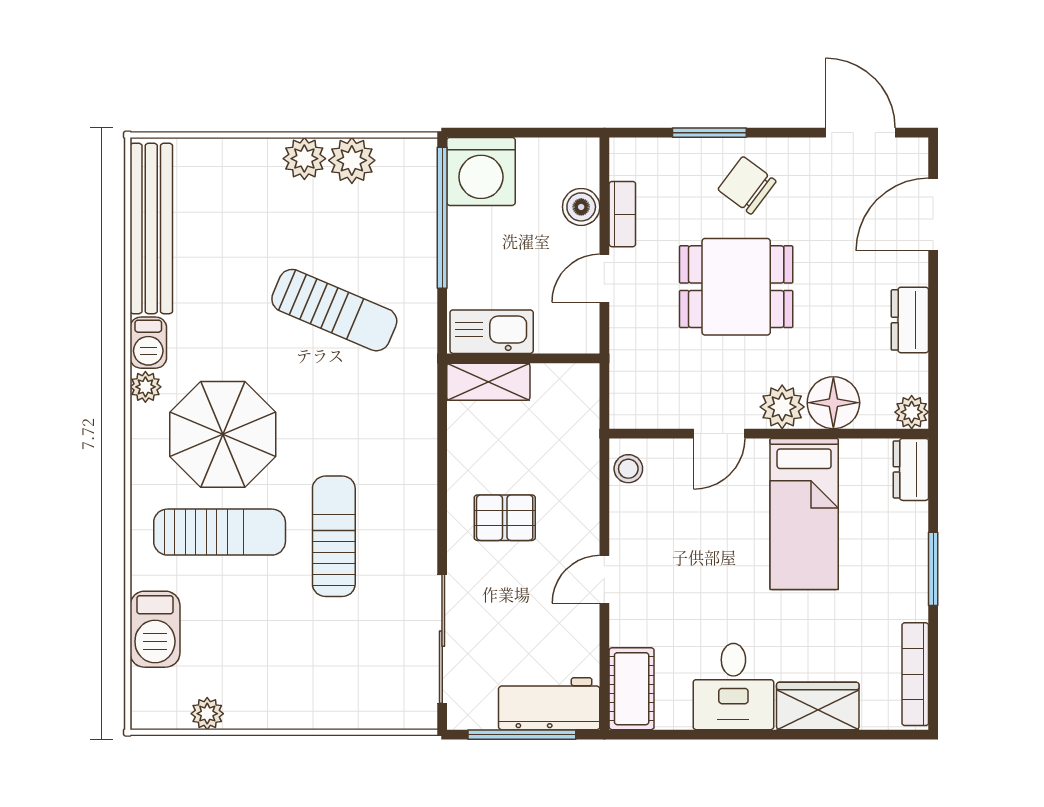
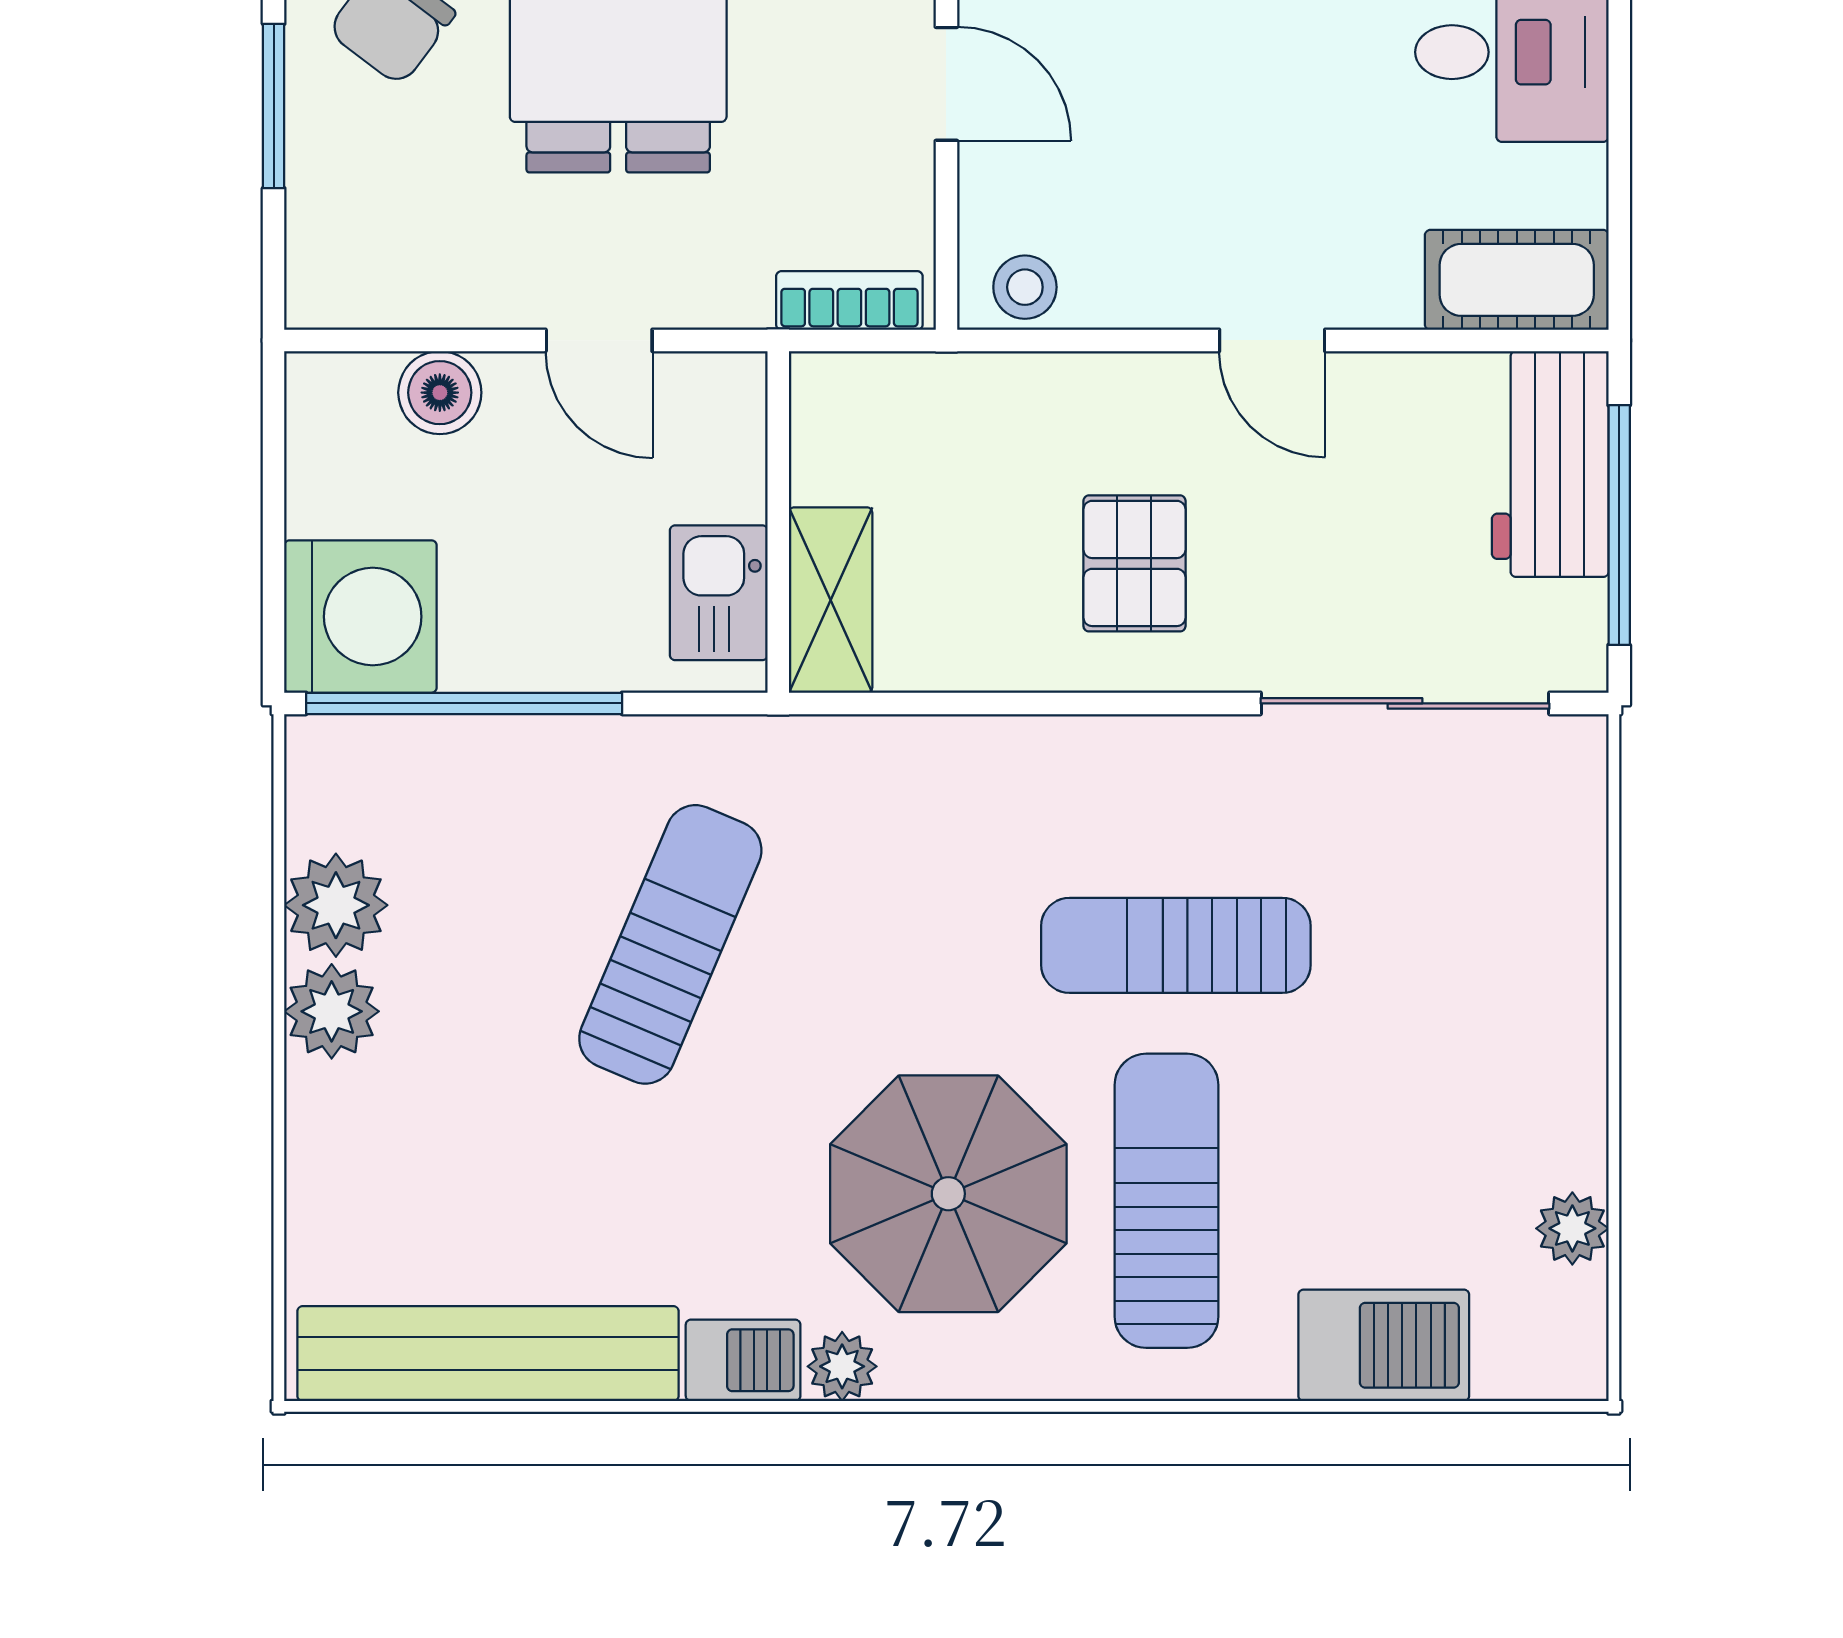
bookcase: (622, 214) -> (849, 300), moved
kitchen sink: (492, 332) -> (719, 593), width x0.73

